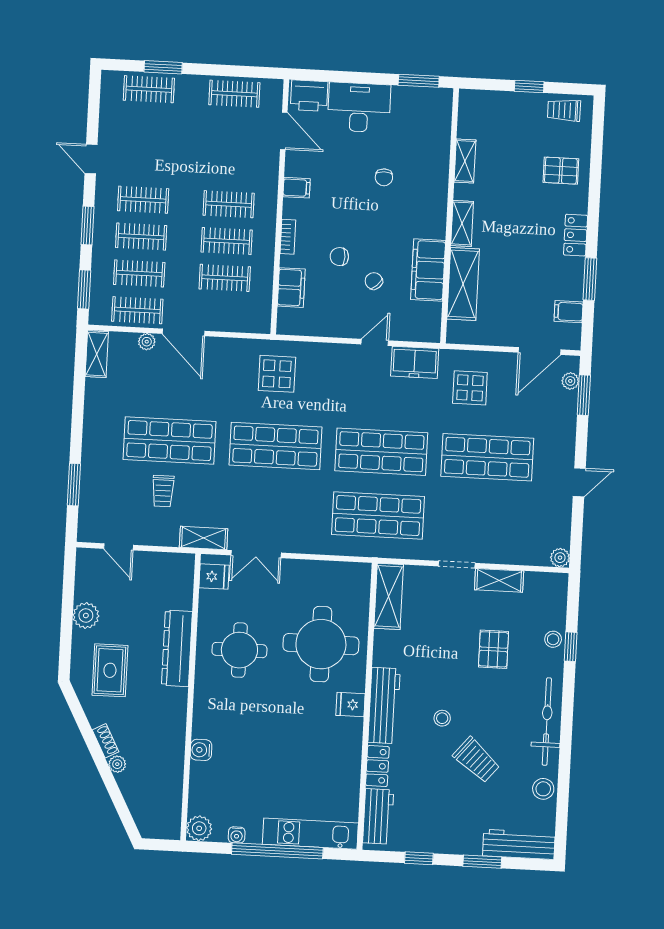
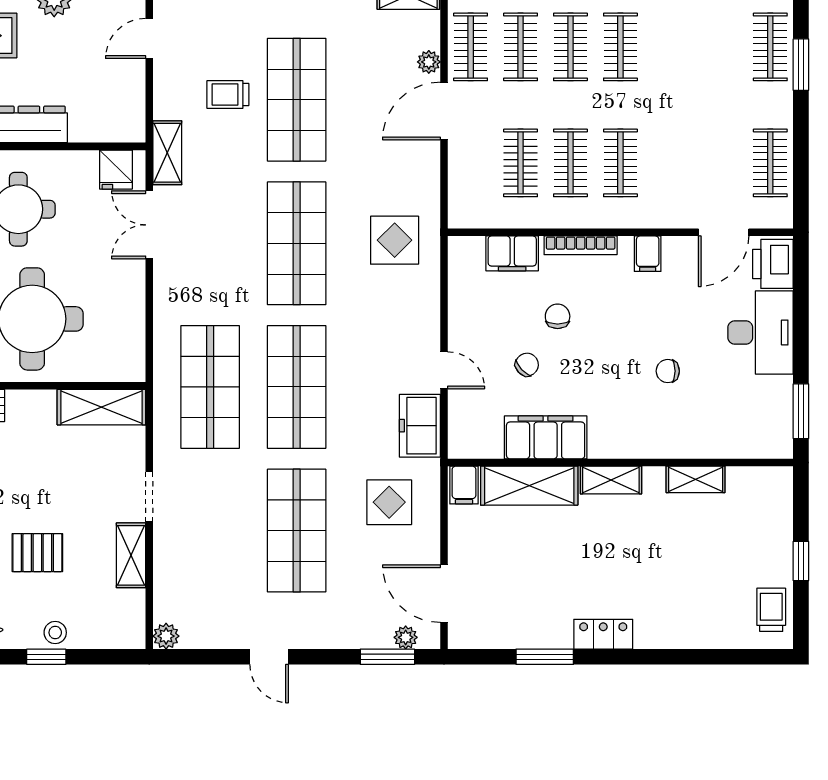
pallet: (561, 171) -> (689, 610), removed
bookcase: (288, 237) -> (581, 245), width x1.56
filing cabinet: (569, 312) -> (464, 485), moved, turned 180

